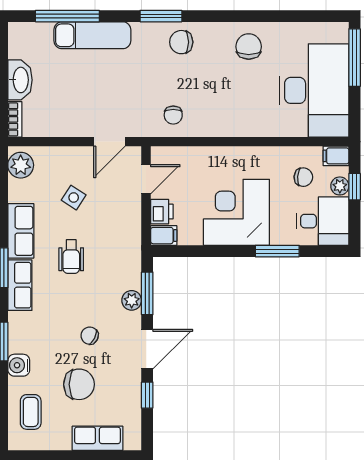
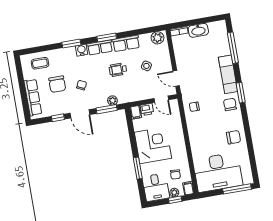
exam couch: (92, 35) -> (228, 74), moved
plant: (132, 300) -> (112, 100), moved
water cooler: (19, 365) -> (82, 50), moved
row of seats: (97, 438) -> (33, 97), width x1.48

